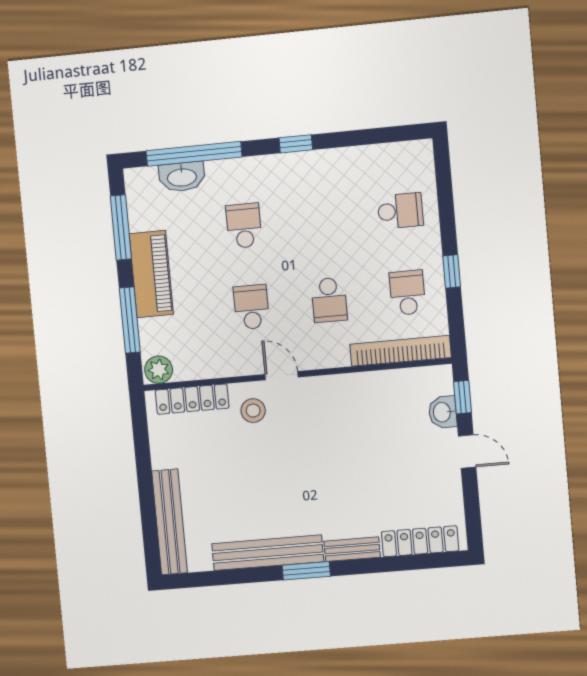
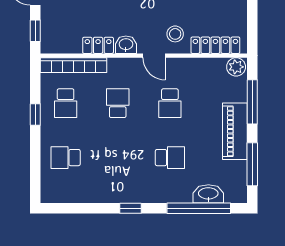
school desk: (244, 226) -> (170, 158), turned -90
locker: (366, 384) -> (98, 45), added
washbasin: (443, 412) -> (126, 45), moved, turned -90

